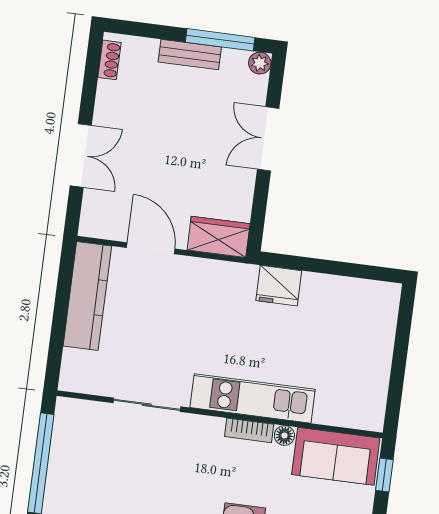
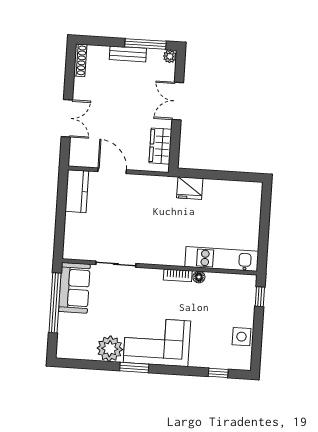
shoe rack: (109, 60) -> (80, 60), width x1.43
wardrobe: (219, 237) -> (160, 146), moved, turned -90
kitchen counter: (87, 296) -> (77, 191), width x0.67
kitchen unit: (253, 398) -> (222, 259), moved
sofa: (336, 456) -> (74, 288), moved, turned -90

